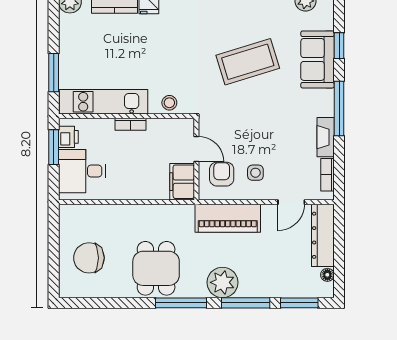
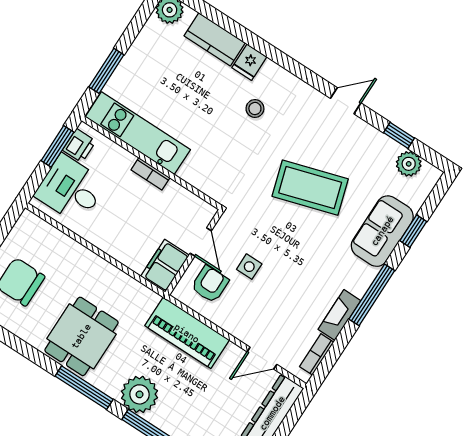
stool: (169, 103) -> (255, 109), moved
side table: (255, 173) -> (249, 267), moved

